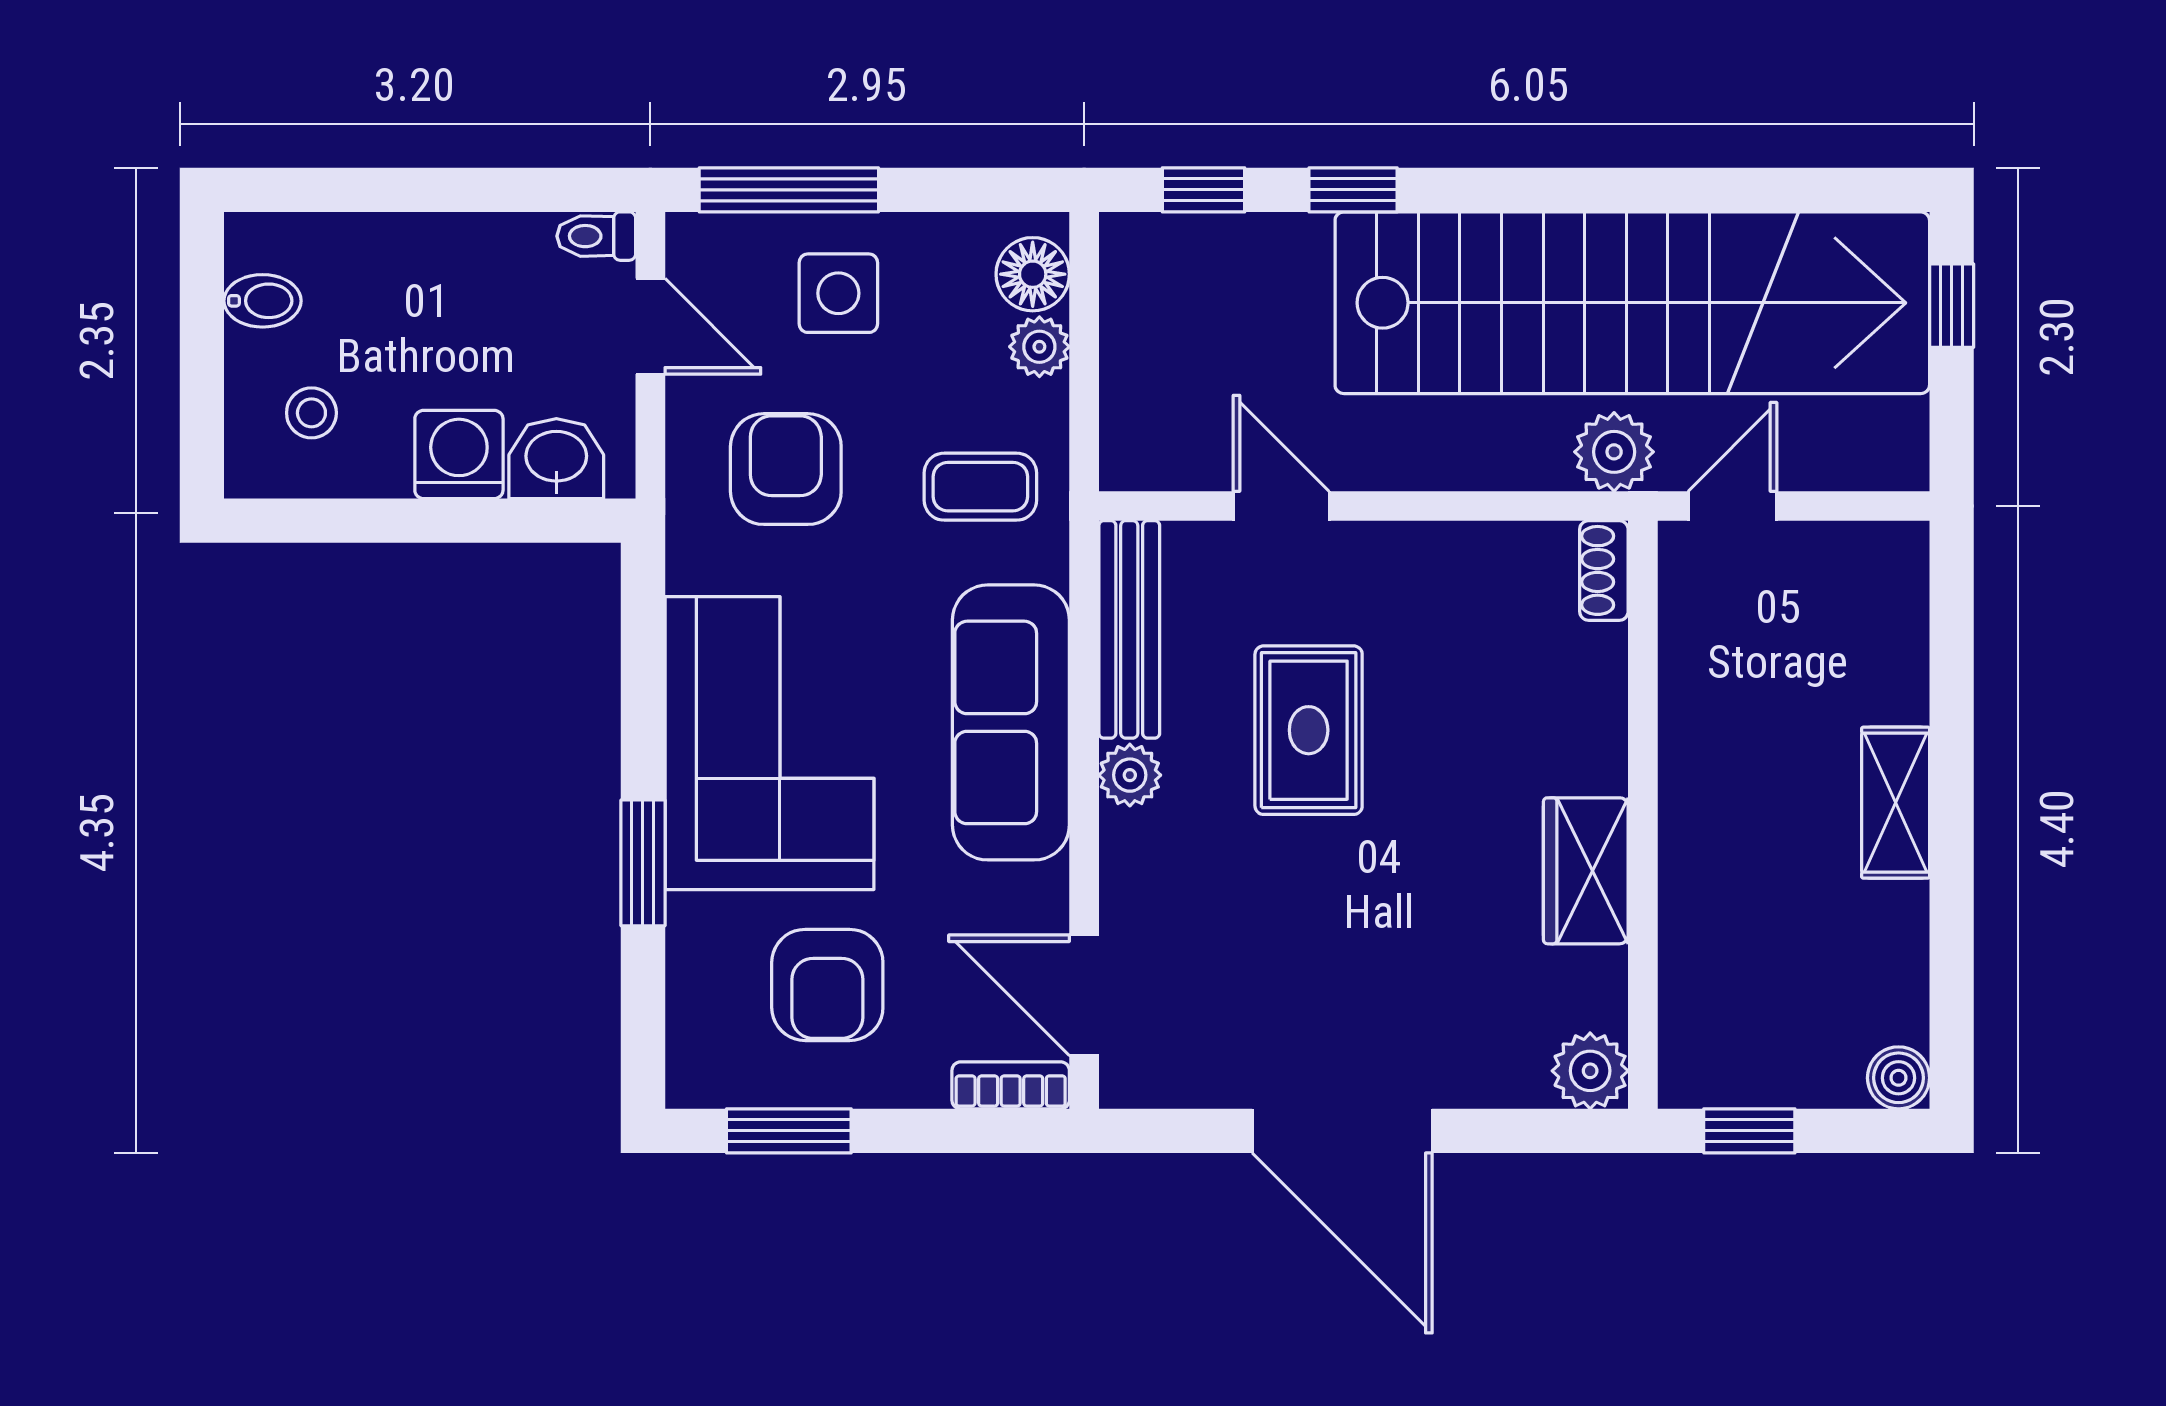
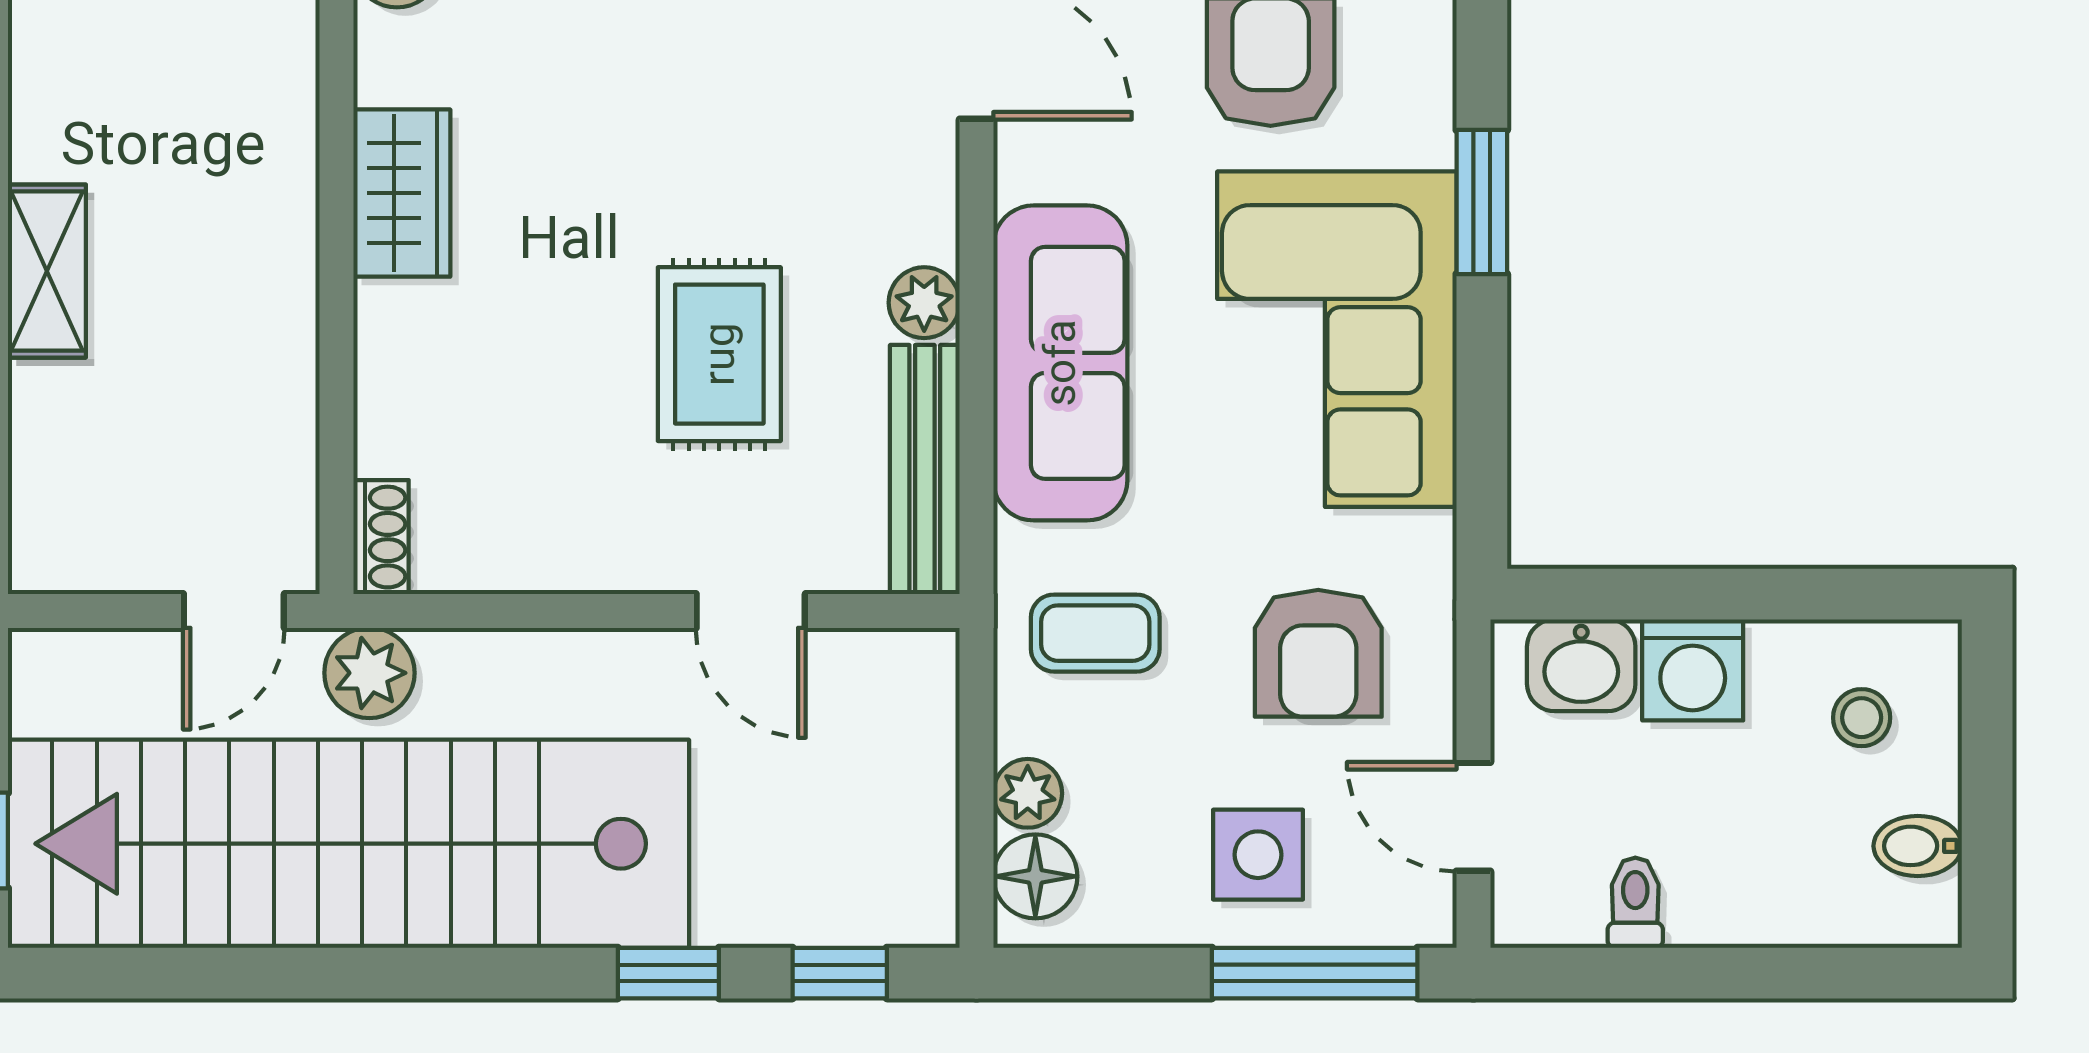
toilet: (596, 236) -> (1635, 903), moved, turned -90

